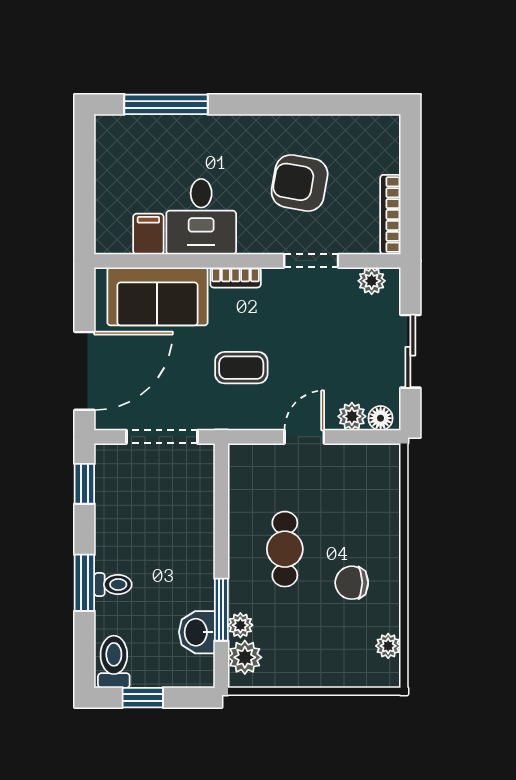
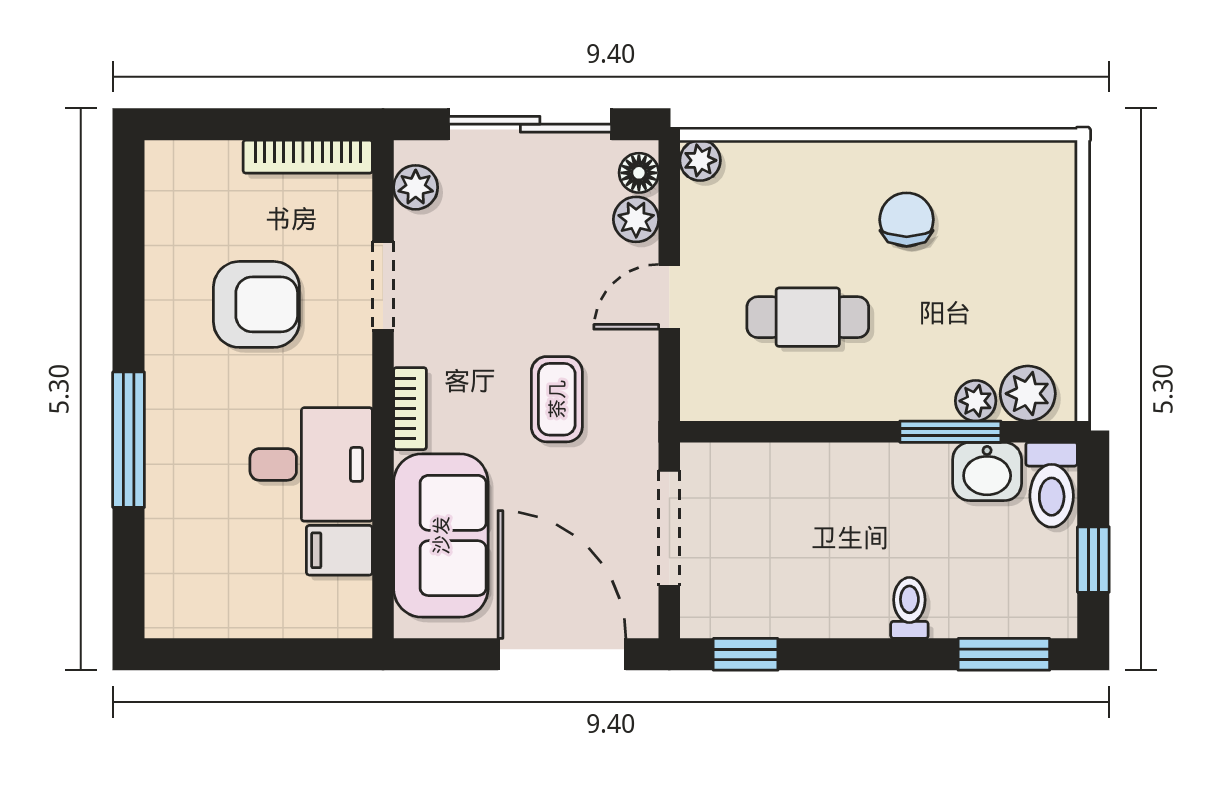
window: (166, 104) -> (129, 440), moved
armchair: (300, 183) -> (256, 304), turned -100
sliding door: (410, 351) -> (530, 124), width x1.37
door: (304, 437) -> (669, 297), hinge flipped
cafe table: (285, 549) -> (808, 317), moved
window: (84, 583) -> (1004, 654), moved
chair: (352, 583) -> (907, 220), turned 180
plant: (388, 646) -> (700, 160), moved
toilet: (114, 662) -> (1052, 485), moved, turned -90

